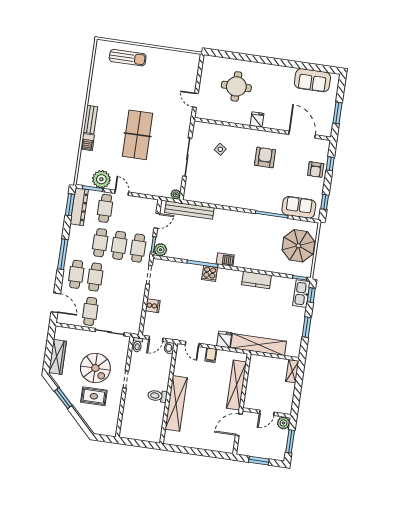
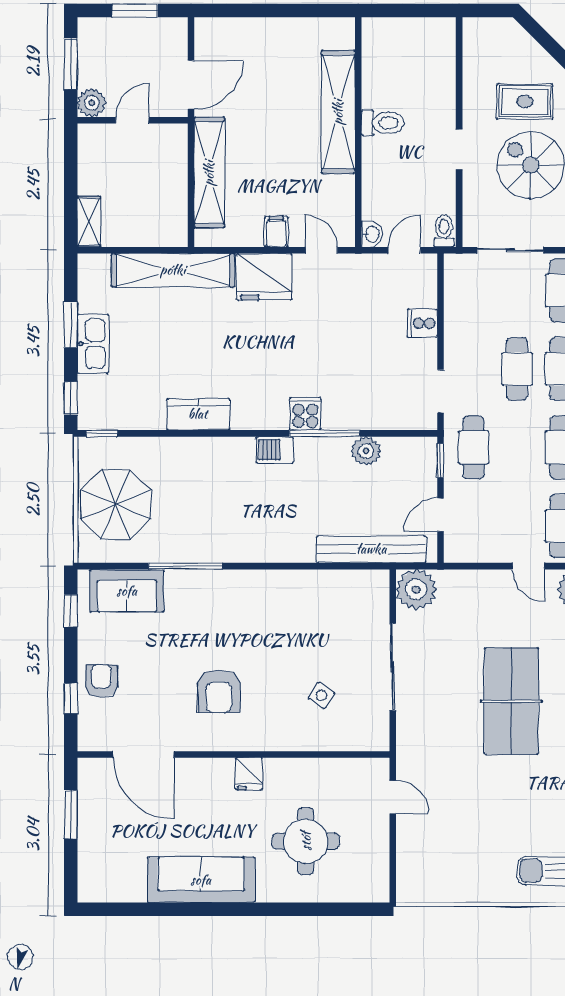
sofa: (312, 80) -> (201, 880), moved, width x1.36
plant: (176, 194) -> (416, 590), width x1.88, depth x1.88
cafe table: (119, 245) -> (517, 369), moved
plant: (160, 250) -> (366, 451), moved
kitchen sink: (301, 294) -> (93, 344), moved
fridge: (224, 339) -> (264, 277), width x1.88, depth x1.34

